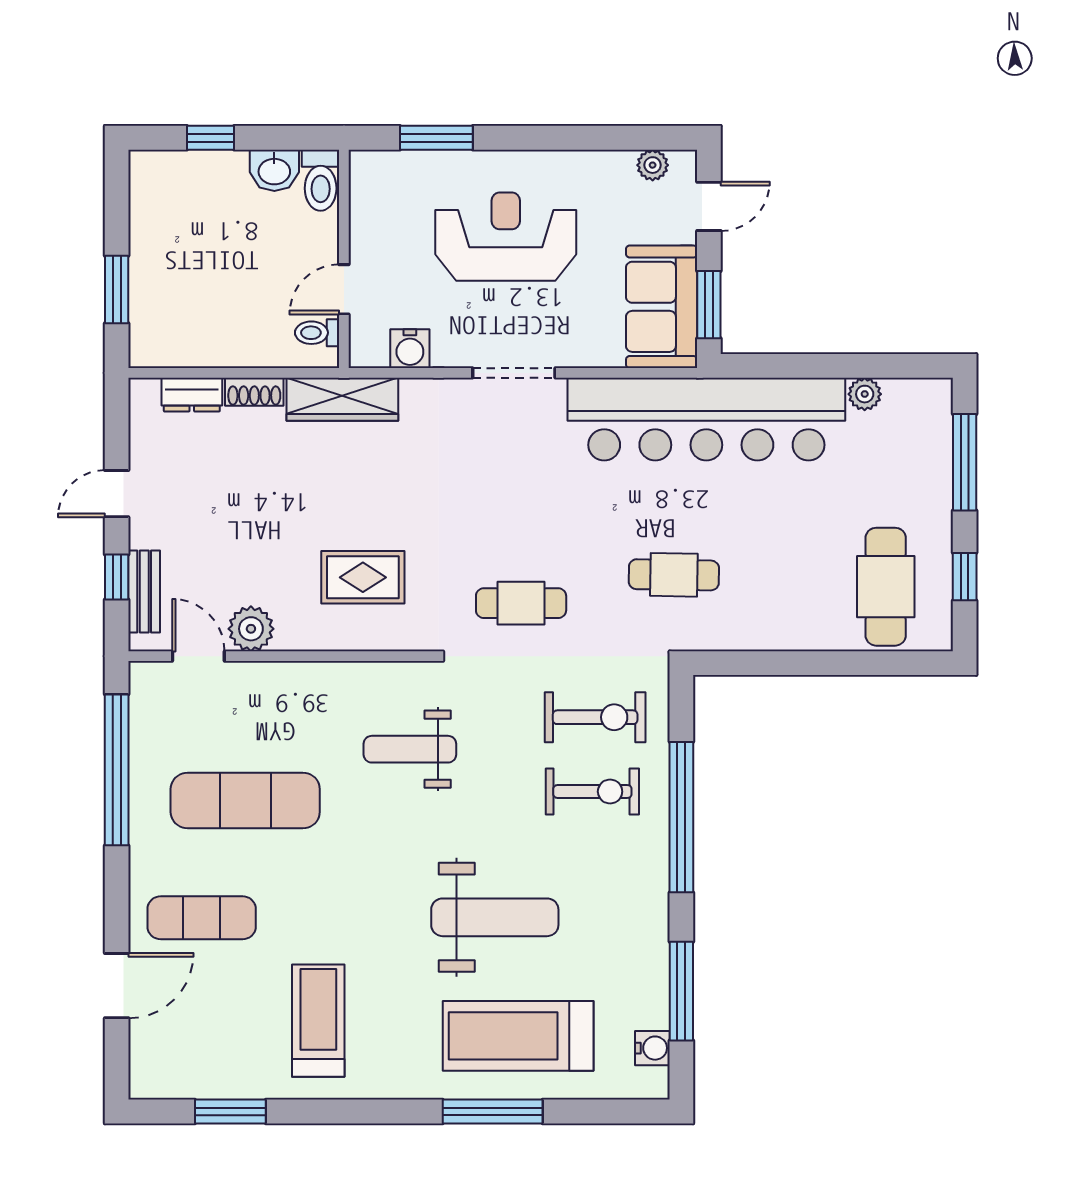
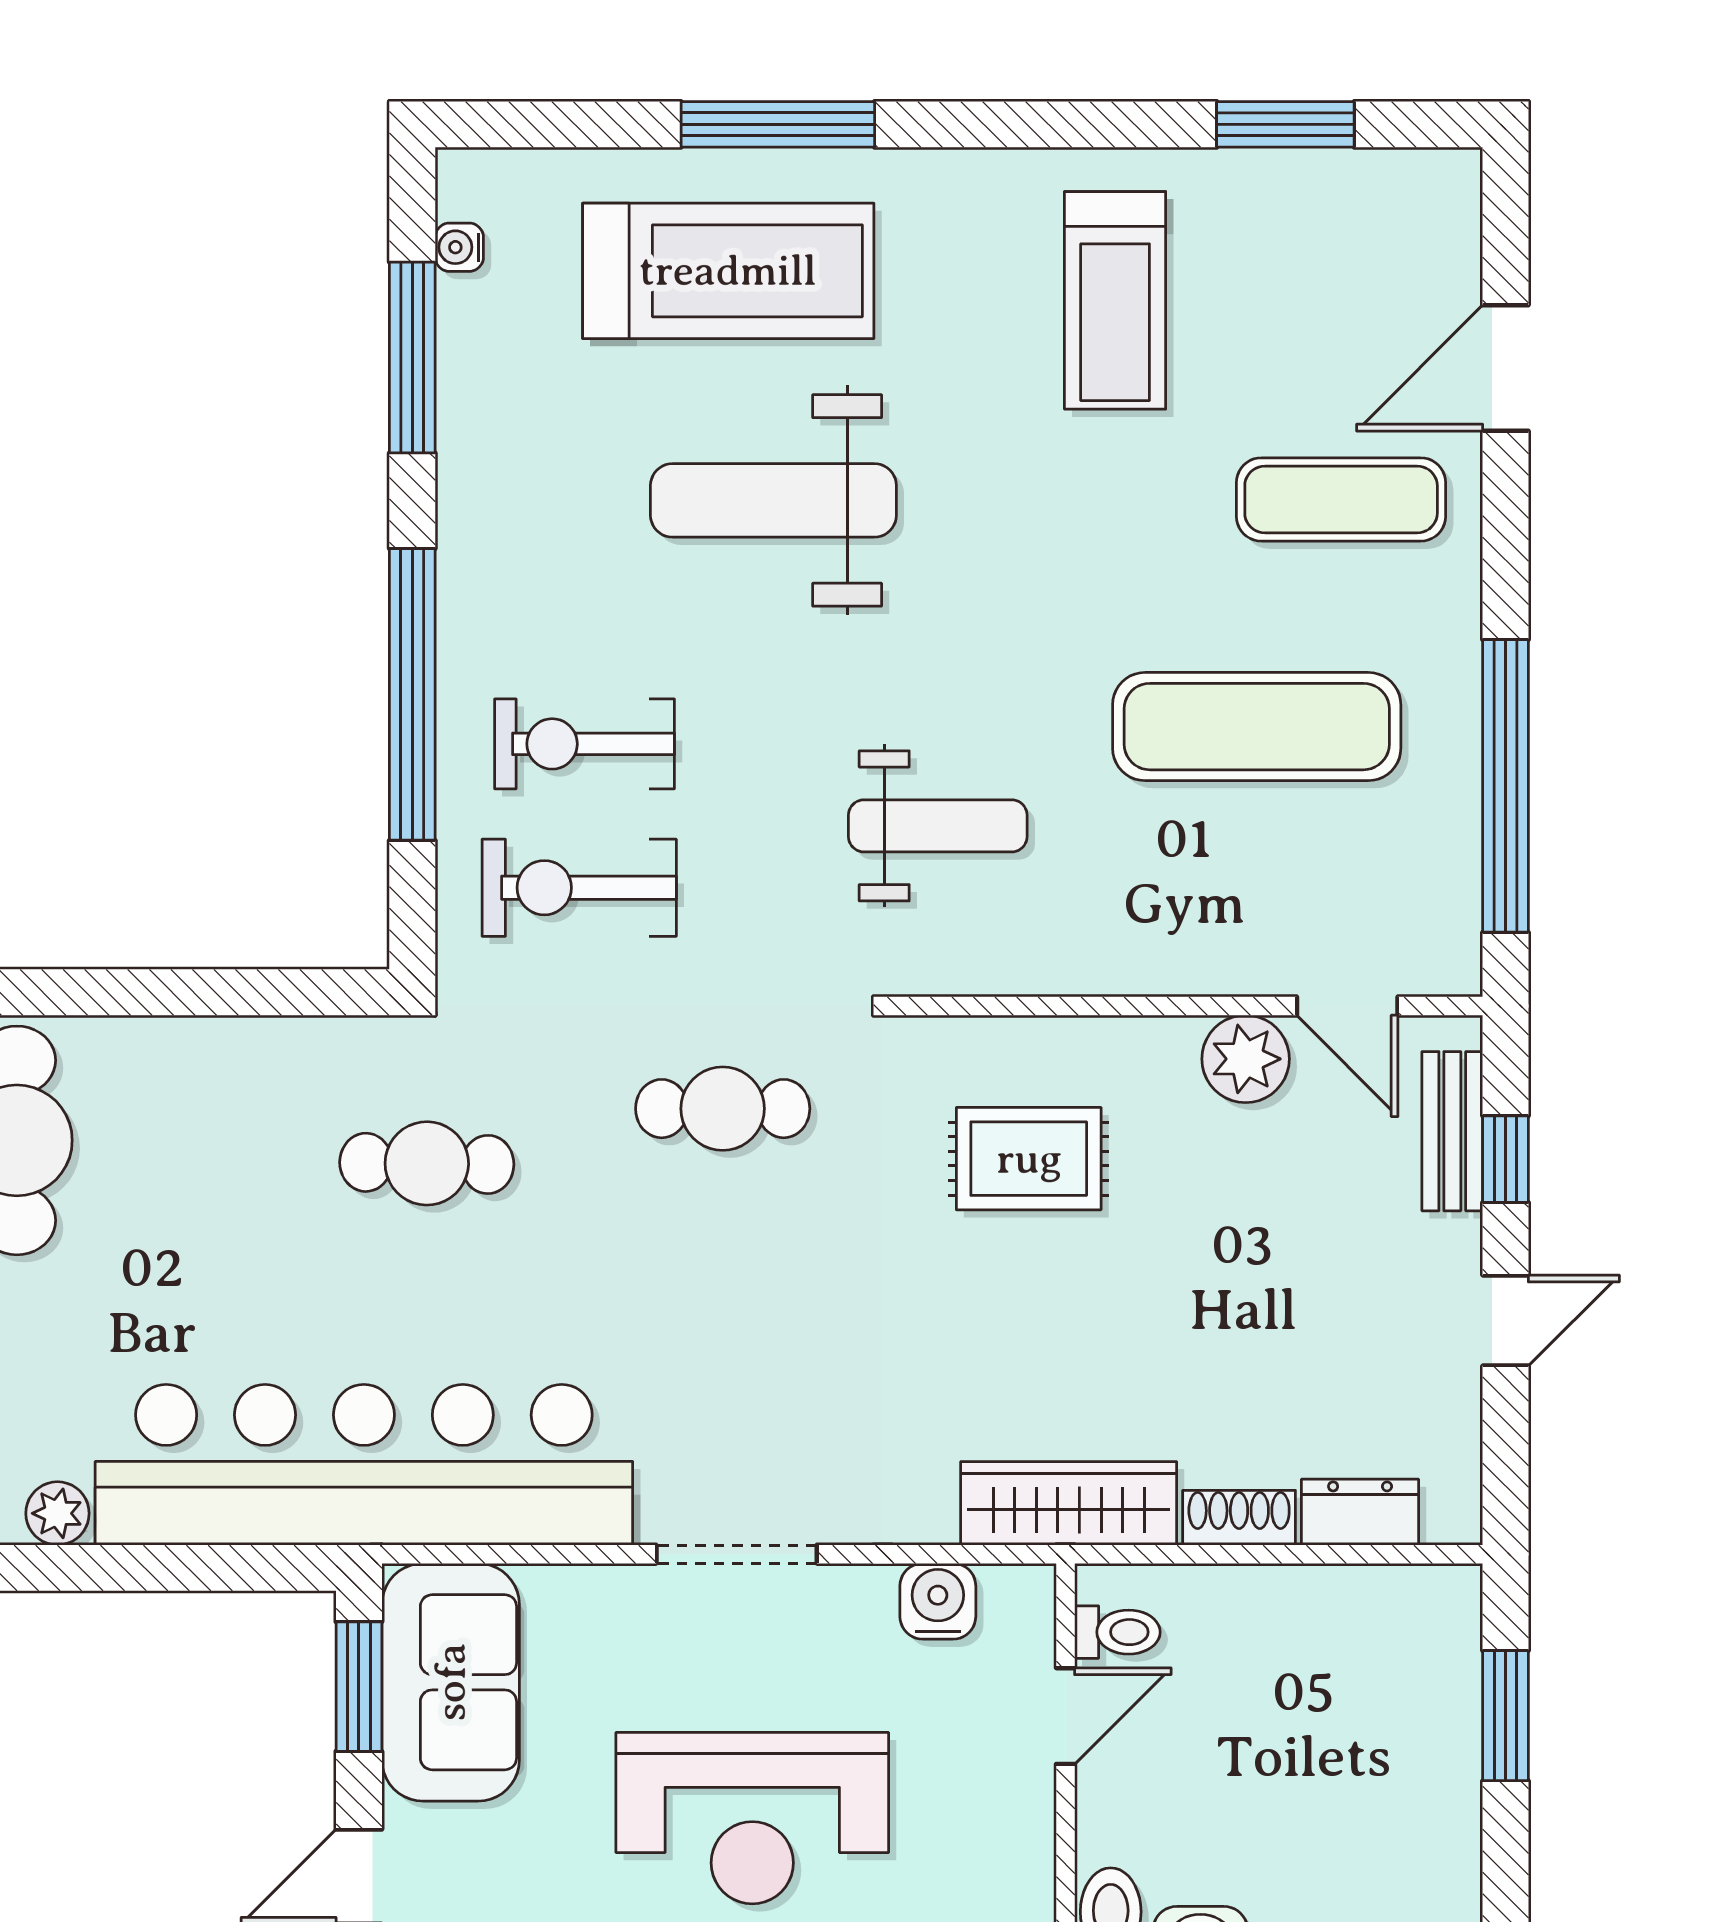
water cooler: (652, 1048) -> (459, 247), width x0.72, depth x0.72

